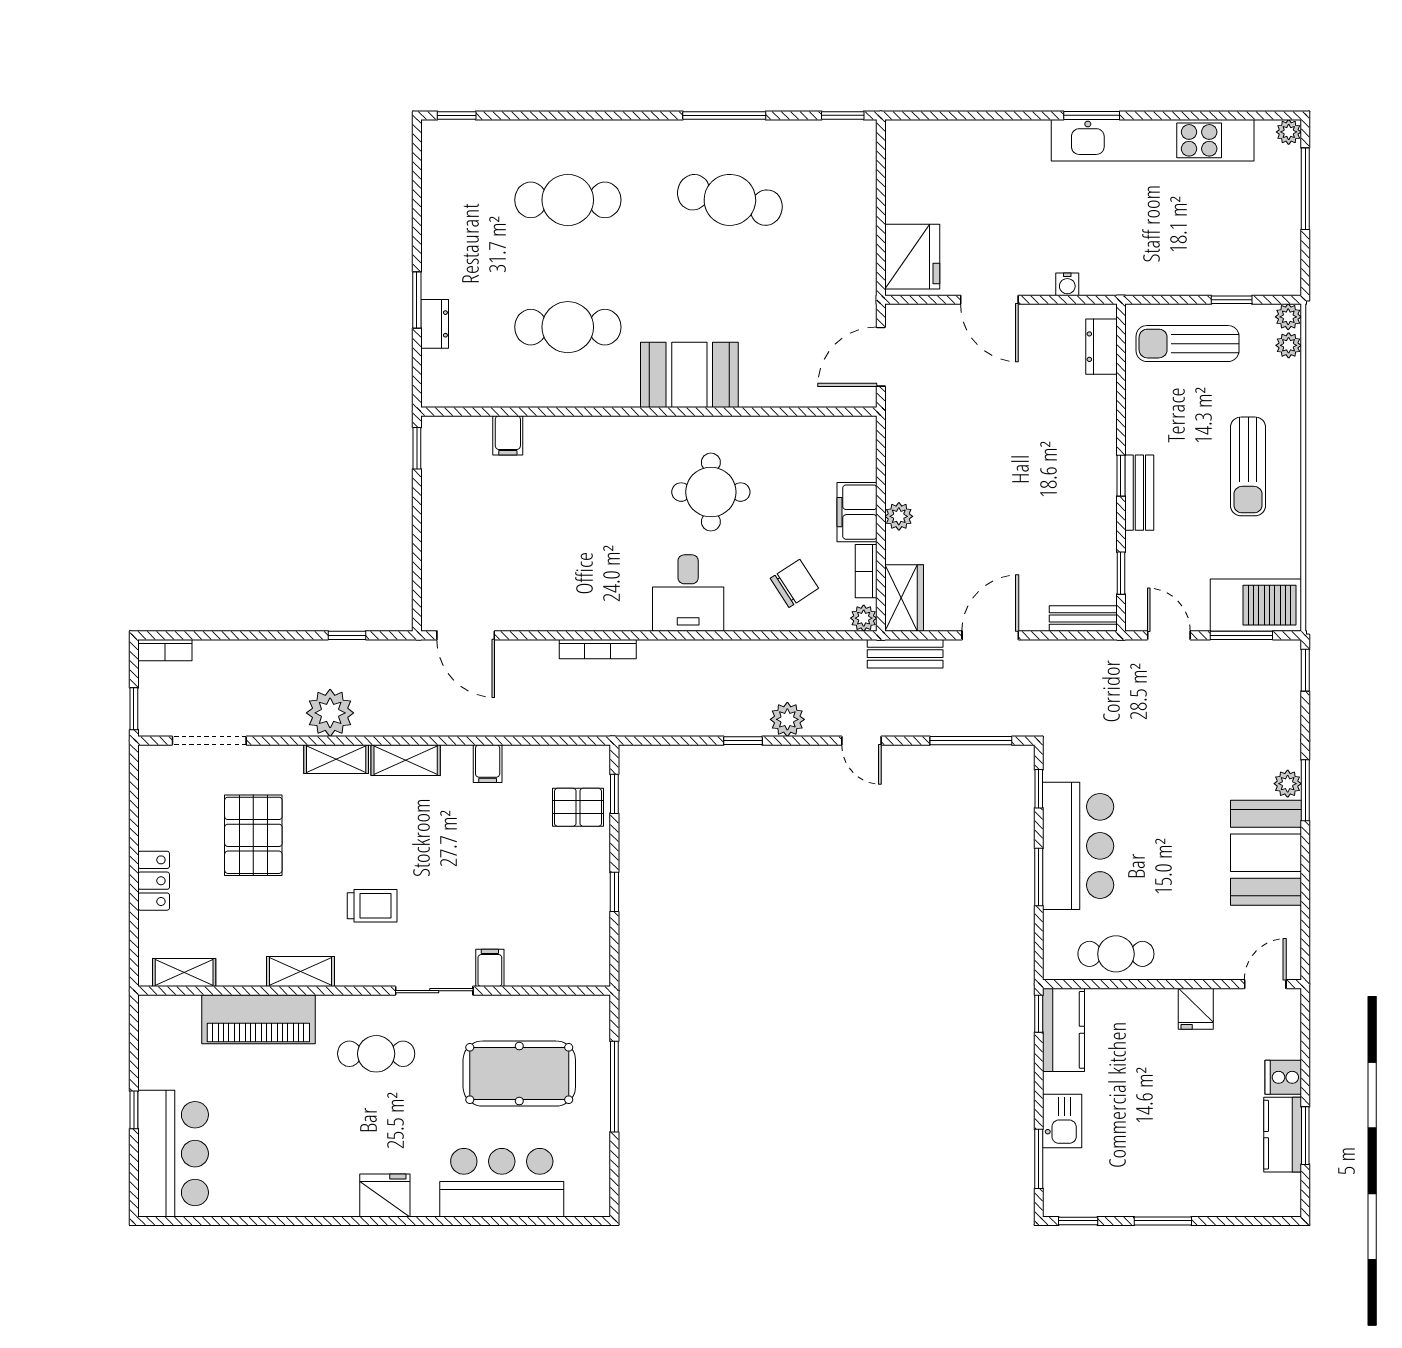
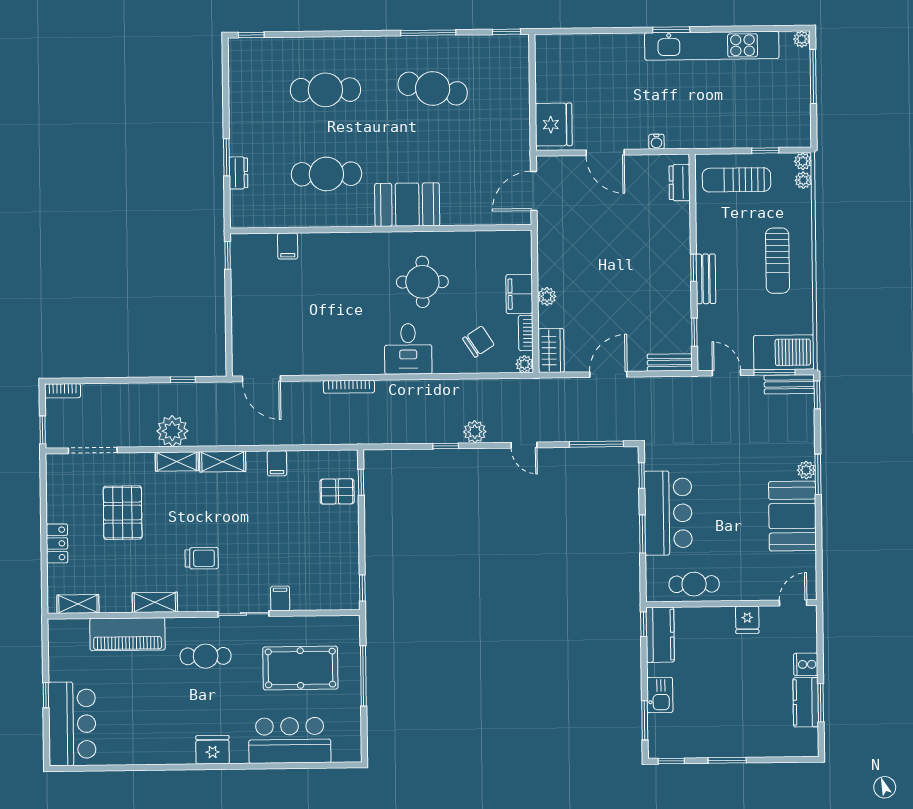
bench: (905, 654) -> (789, 384), moved
window: (614, 892) -> (362, 588), moved

